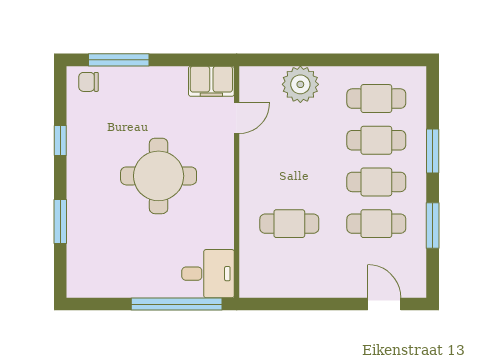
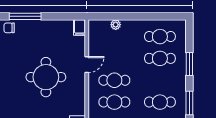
filing cabinet: (211, 81) -> (80, 27), width x0.50
plant: (300, 84) -> (116, 25), width x0.53, depth x0.53
door: (237, 118) -> (87, 65), moved
cafe table: (376, 182) -> (114, 80), moved

